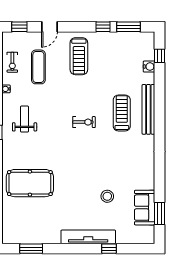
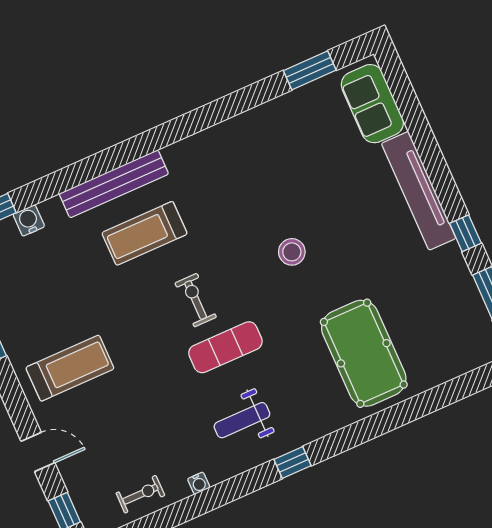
exercise mat: (38, 67) -> (225, 347), moved
stool: (107, 196) -> (292, 252), moved
sofa: (145, 208) -> (372, 104), moved, turned 90
window: (109, 249) -> (465, 233), moved

